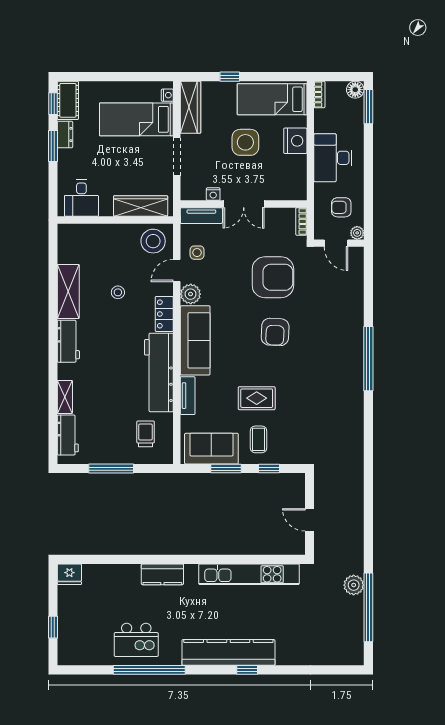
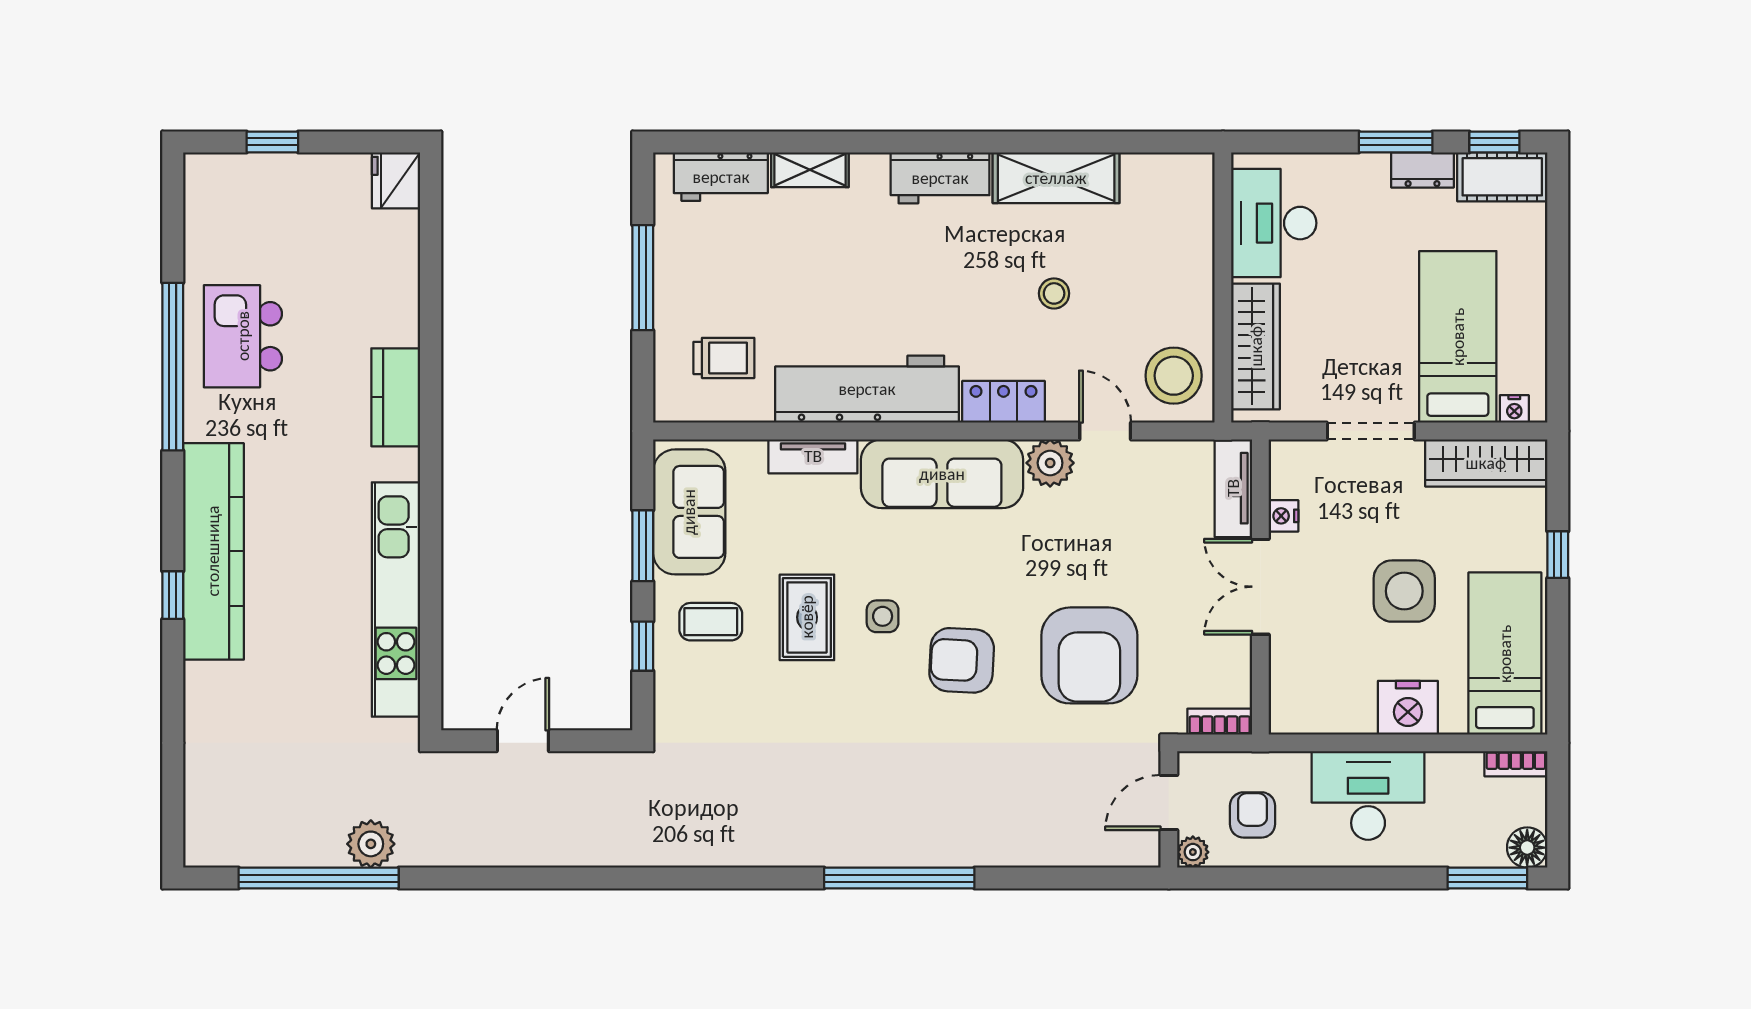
desk: (81, 198) -> (1274, 223), width x1.37
side table: (197, 253) -> (883, 616), moved

